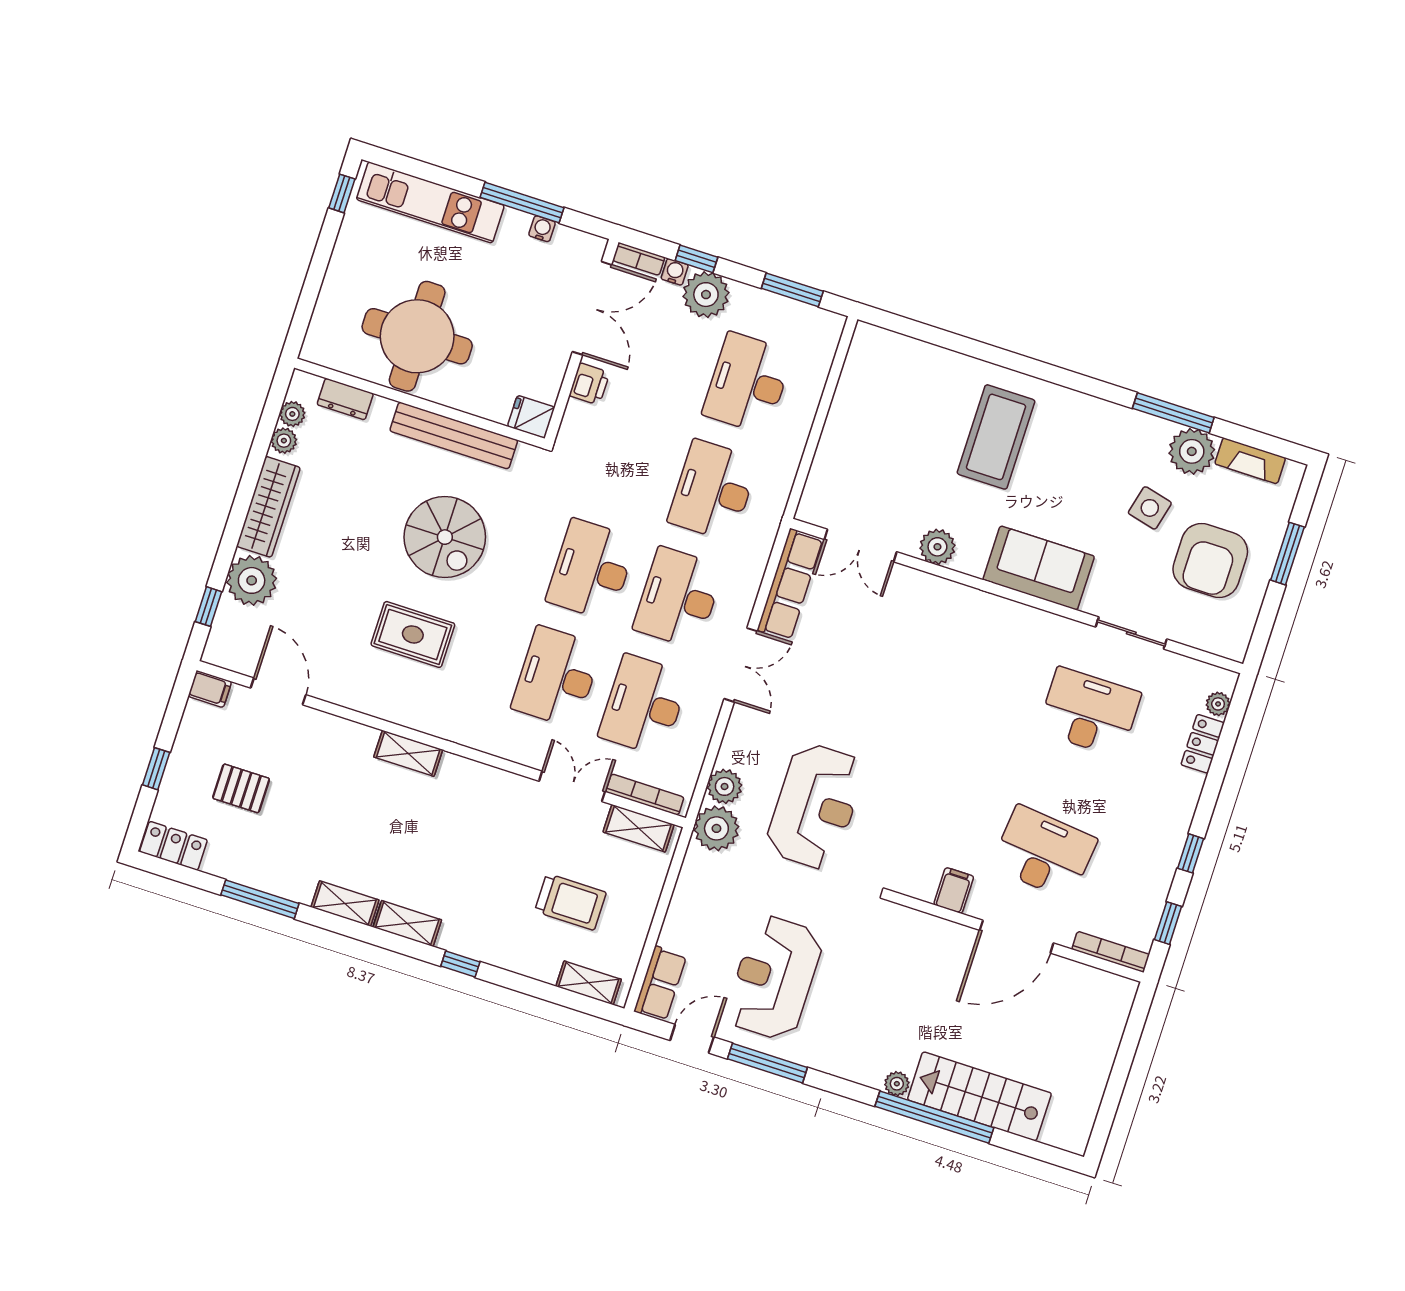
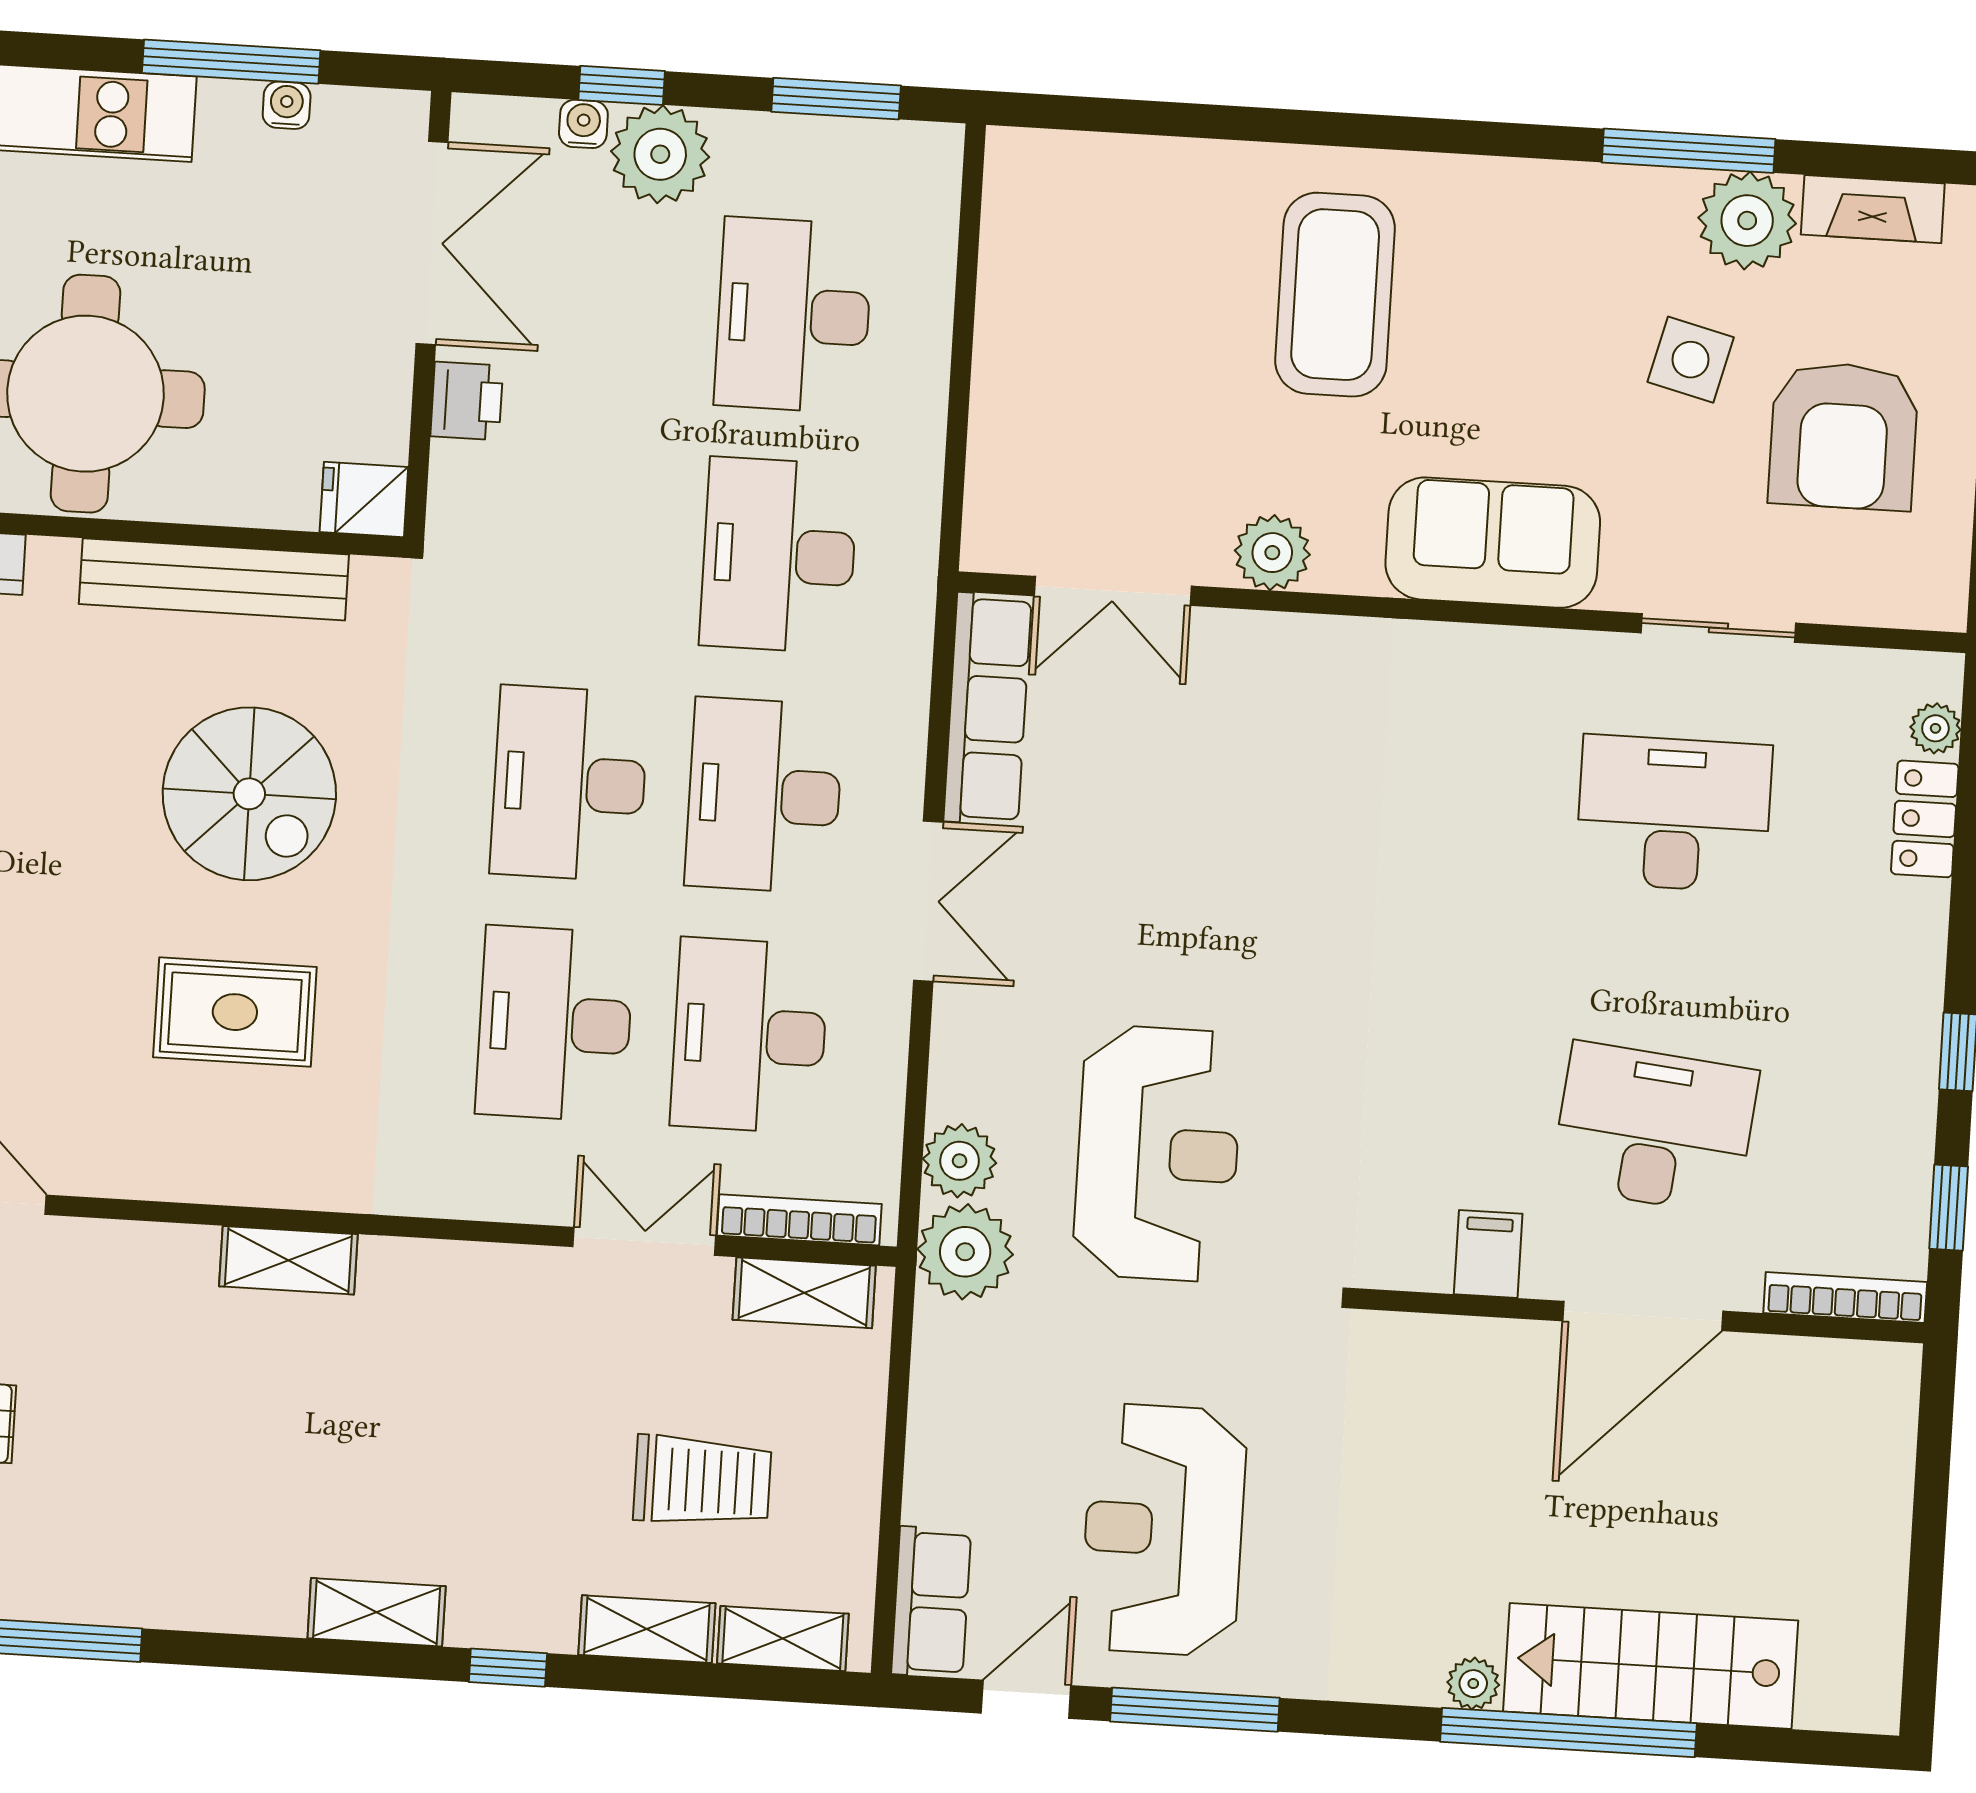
bookcase: (639, 259) -> (502, 116), removed
shelving: (345, 904) -> (647, 1629), moved

